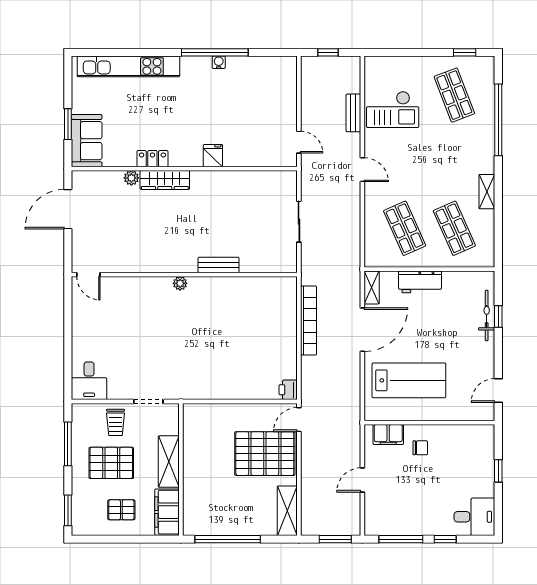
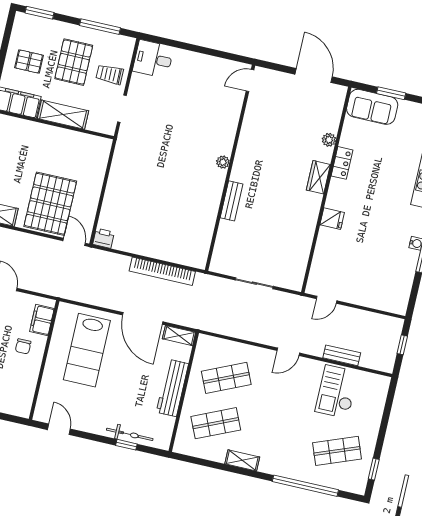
wardrobe: (165, 180) -> (318, 177), width x0.67
workbench: (420, 282) -> (172, 388), width x1.38
pallet: (121, 510) -> (29, 62), turned 90

